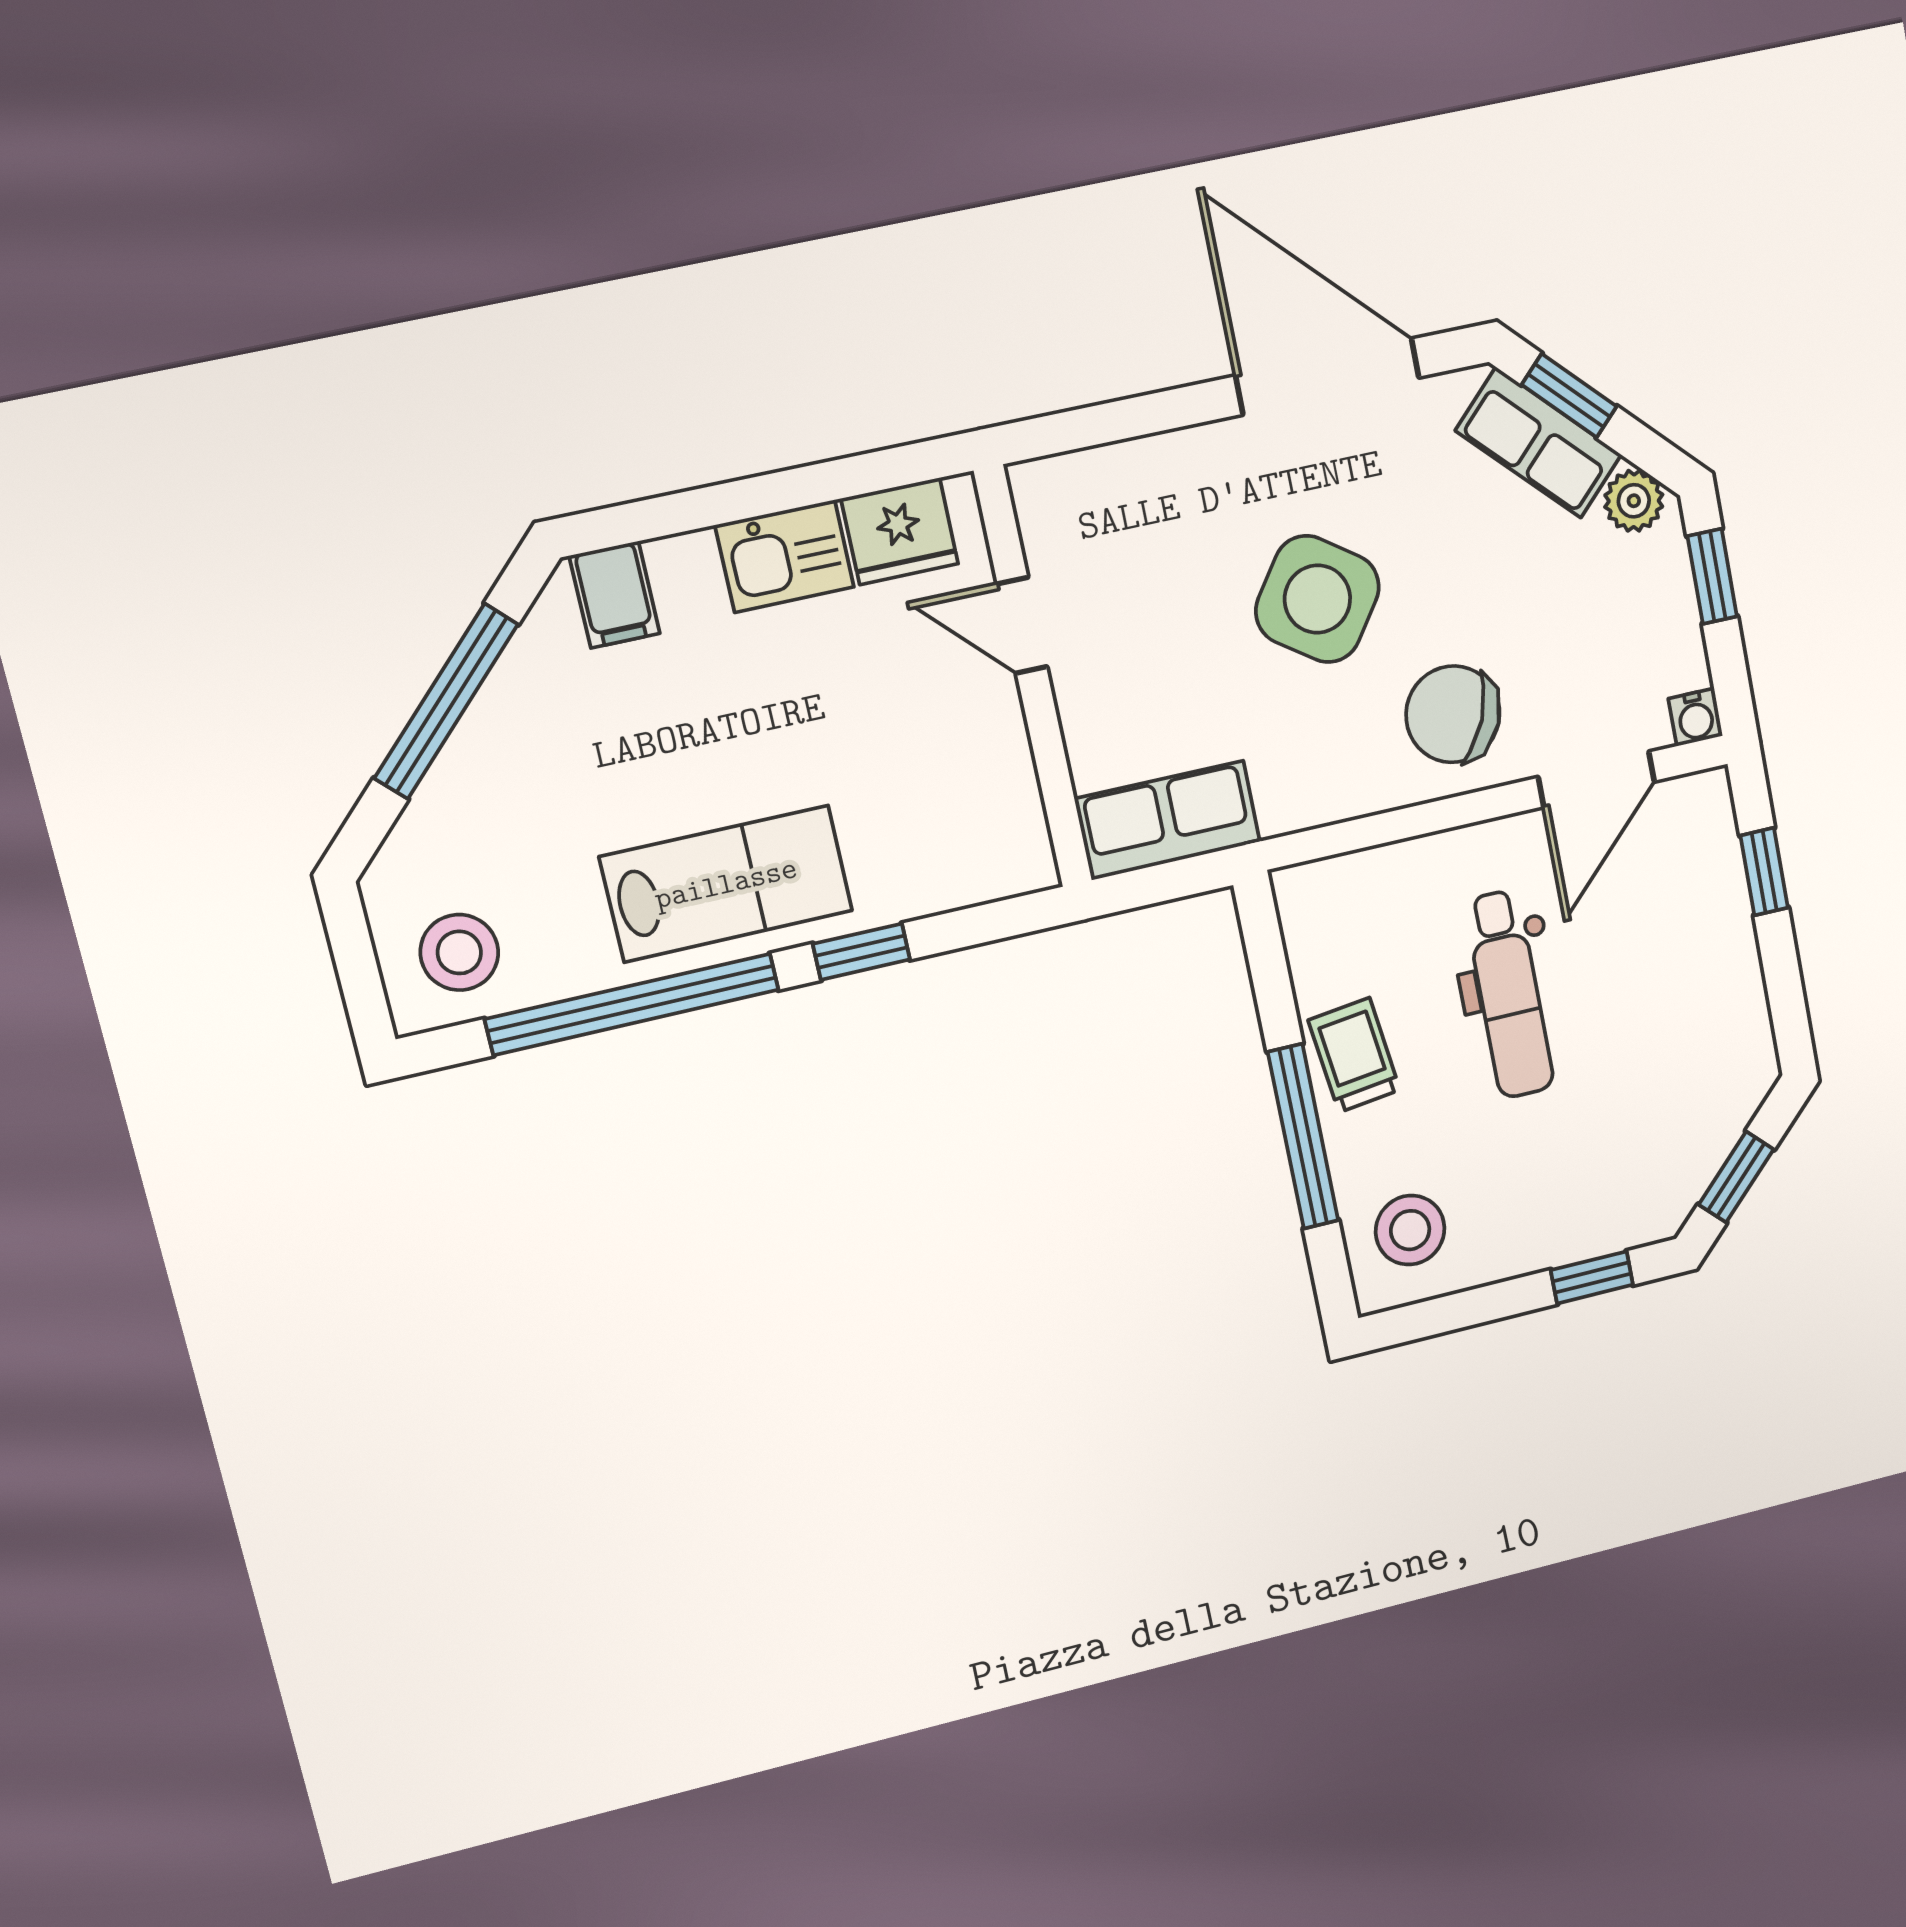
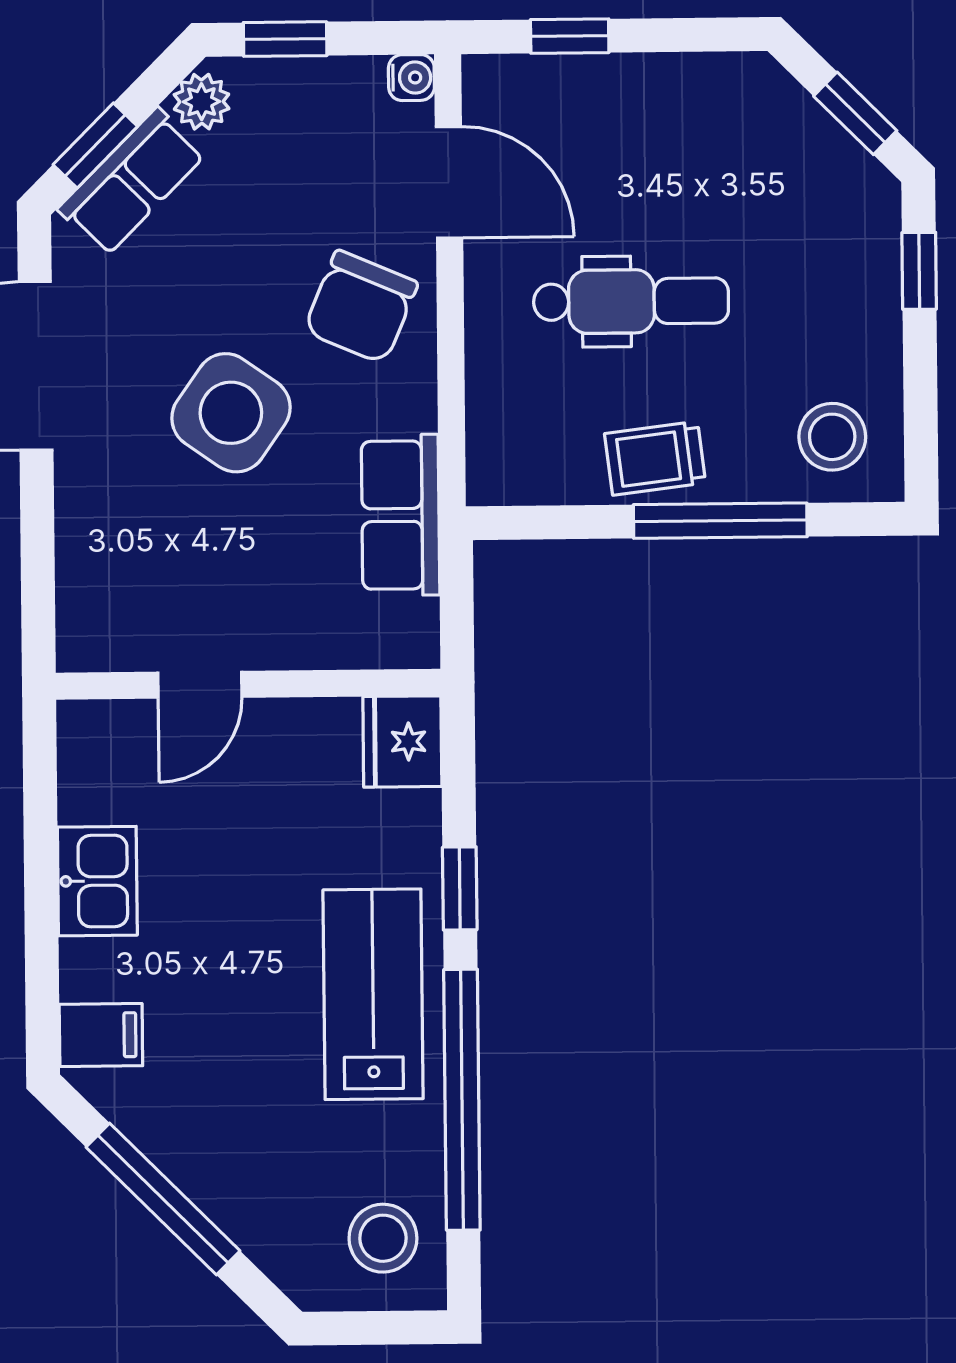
fridge: (900, 531) -> (402, 742), moved, turned 180
row of seats: (1167, 820) -> (400, 515), moved

